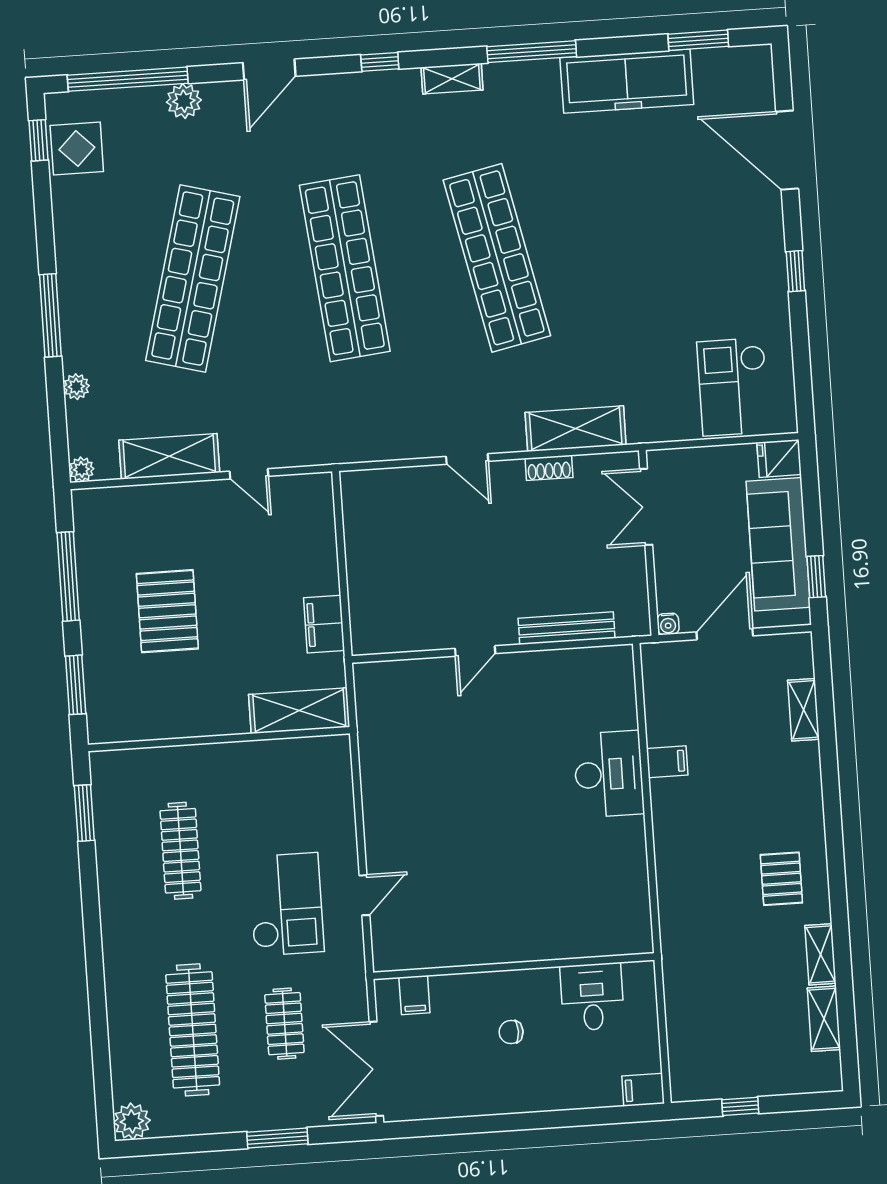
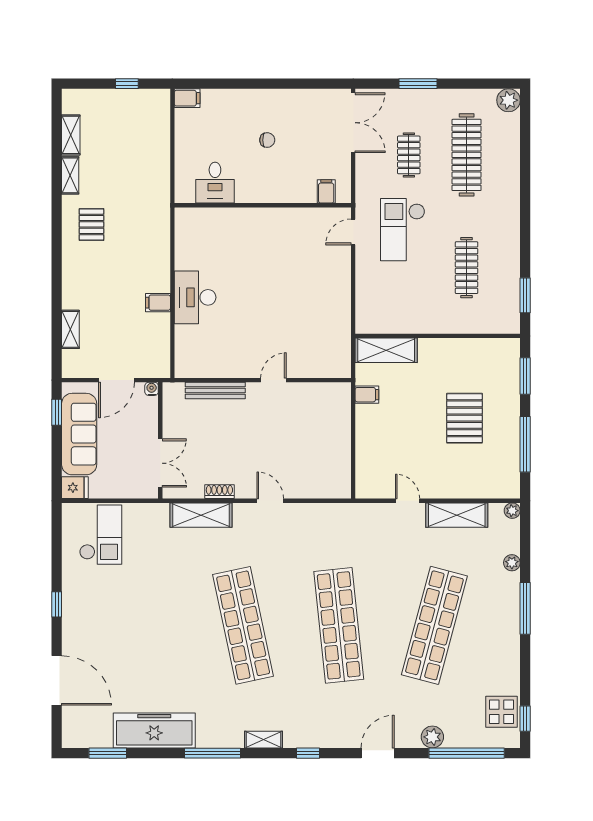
filing cabinet: (324, 624) -> (367, 395), width x0.50
wall: (514, 966) -> (263, 205), moved
filing cabinet: (414, 995) -> (326, 191), moved
desk: (592, 997) -> (215, 183), moved

